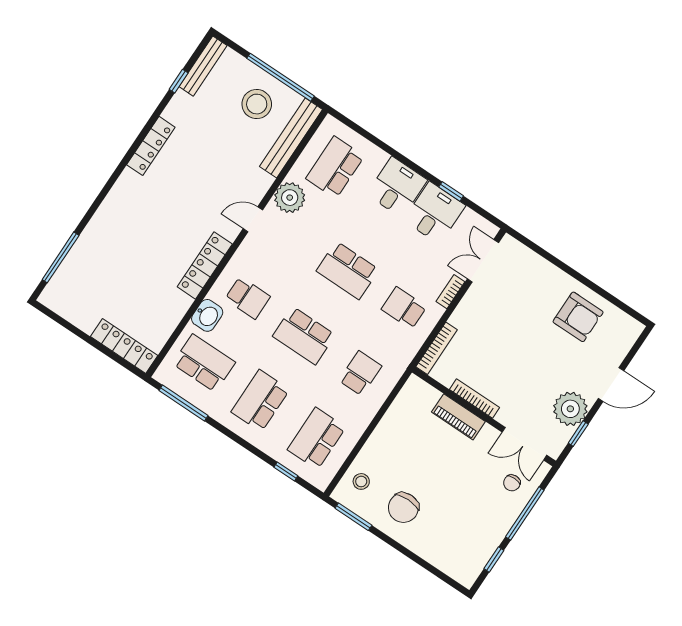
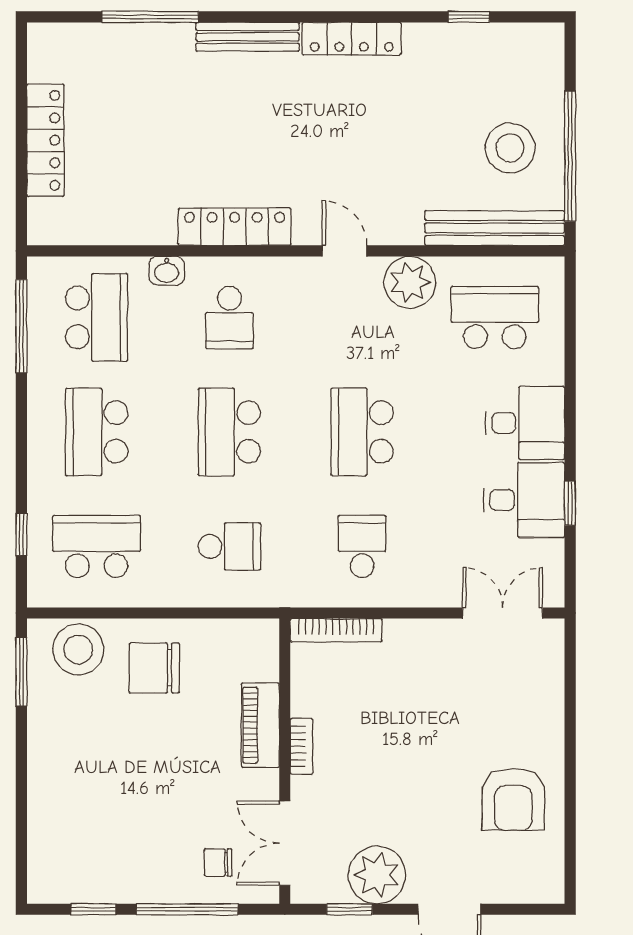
bench: (203, 66) -> (248, 37), moved
window: (61, 257) -> (150, 17), moved
bookcase: (450, 292) -> (429, 596), removed
washbasin: (207, 315) -> (167, 271), width x0.72, depth x0.69
locker: (124, 346) -> (46, 140), moved
bookcase: (475, 398) -> (301, 746), width x0.64
school desk: (260, 401) -> (97, 432), turned -90
stool: (361, 481) -> (78, 650), width x1.89, depth x1.89
chair: (403, 508) -> (154, 668), moved

